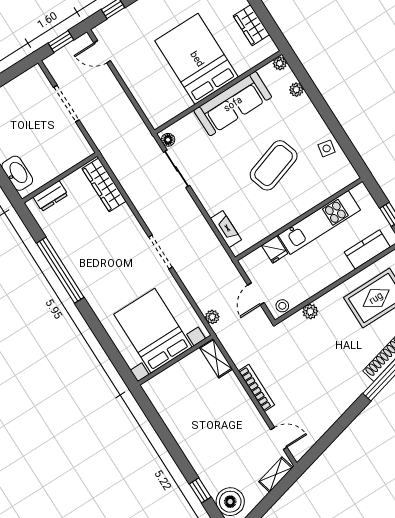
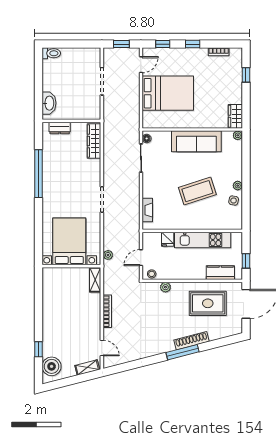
wardrobe: (251, 25) -> (235, 116), moved
door: (102, 52) -> (141, 65), swing flipped
bed: (197, 59) -> (168, 93), moved, turned 90
plant: (296, 90) -> (238, 186), moved

